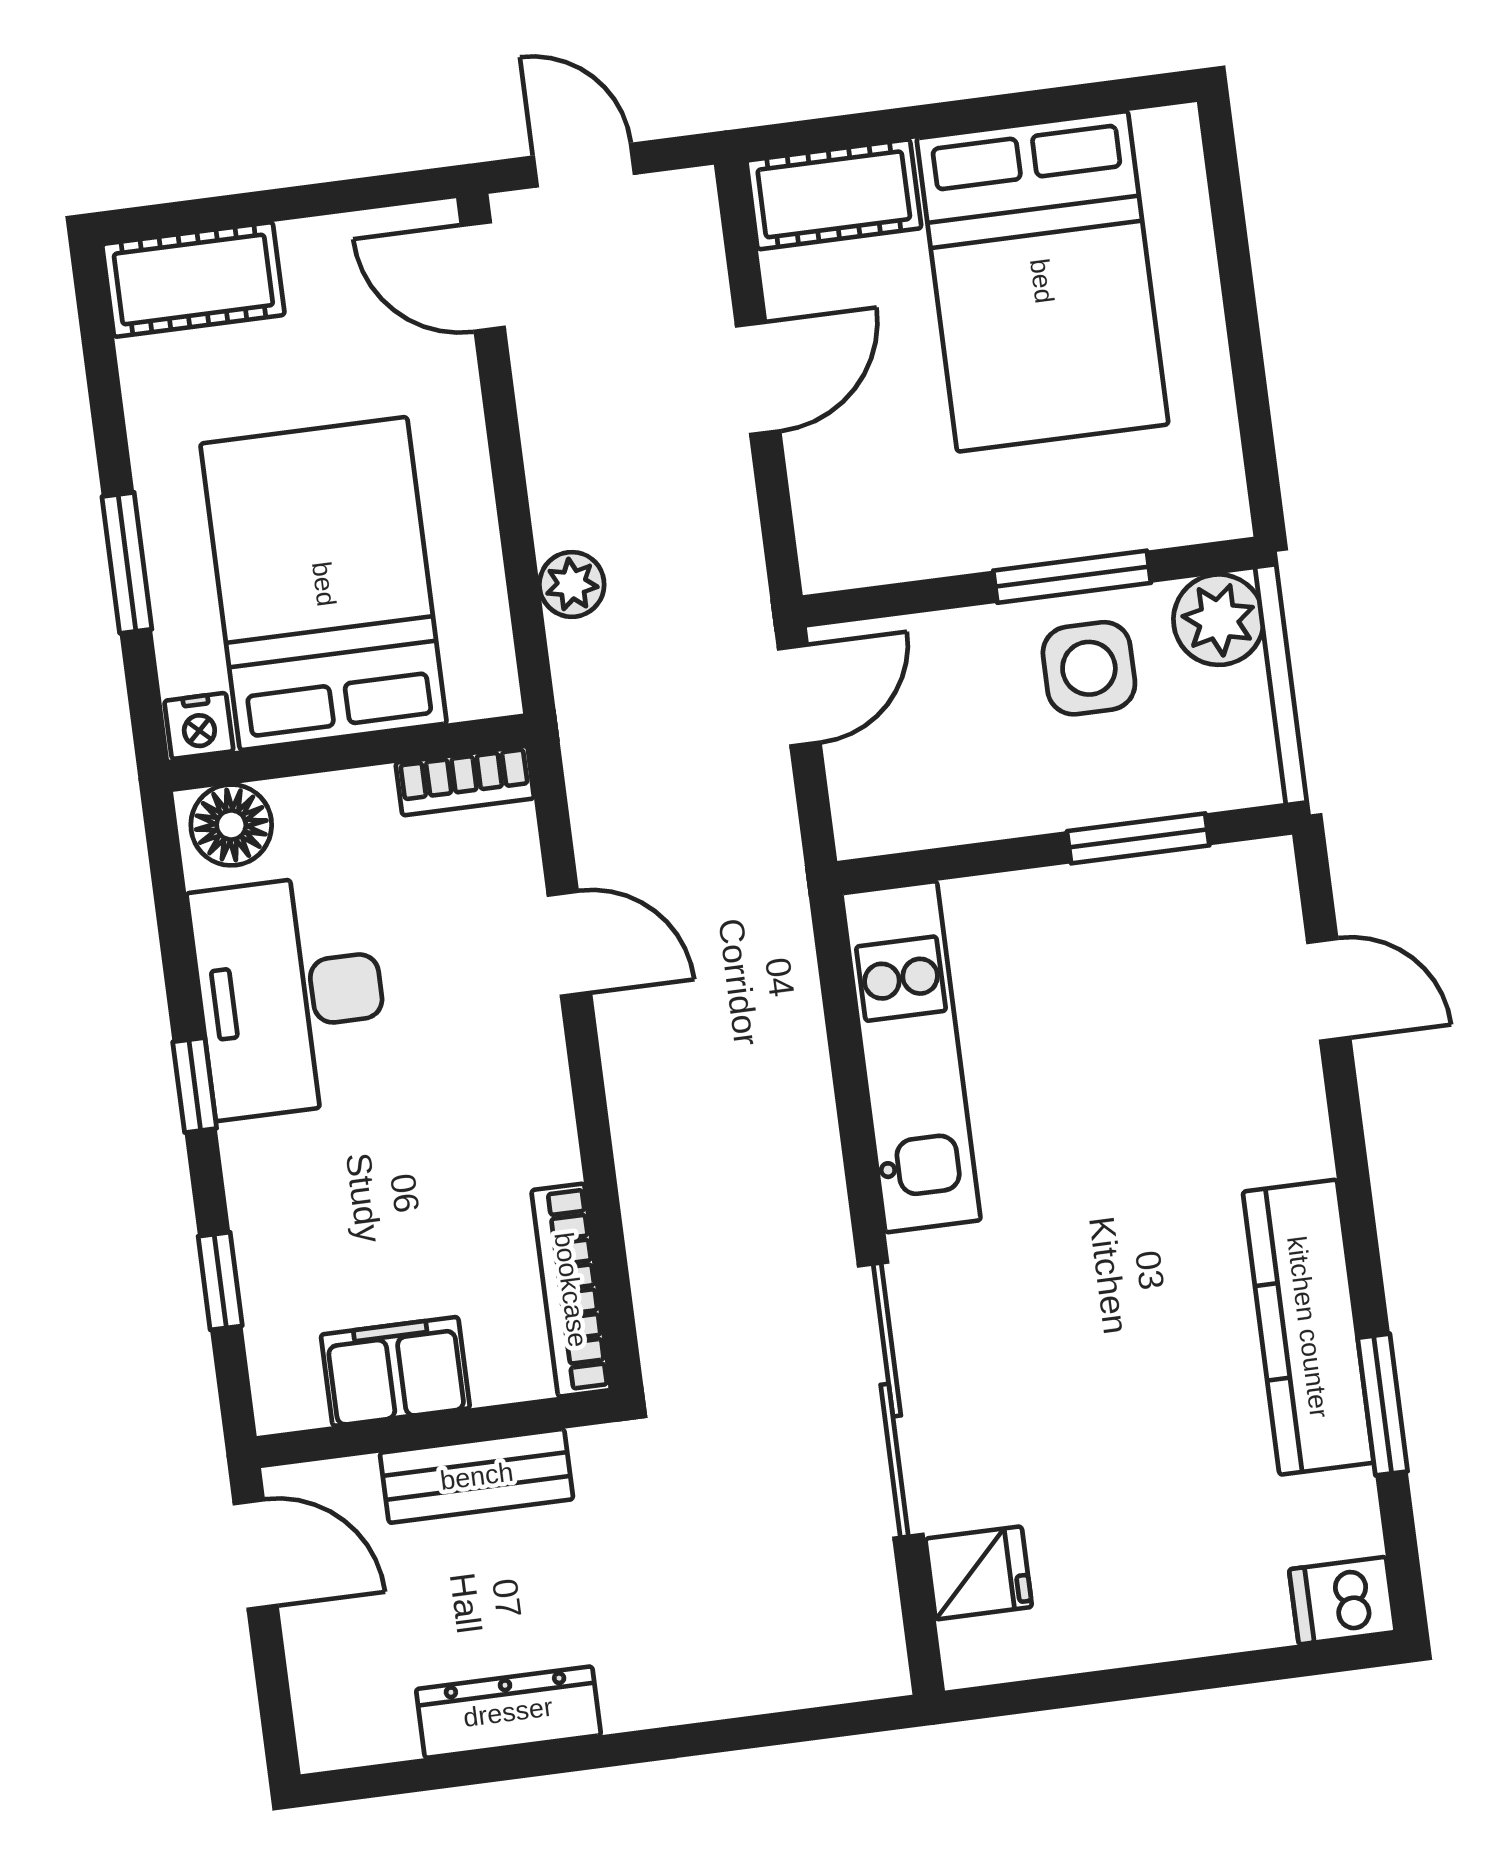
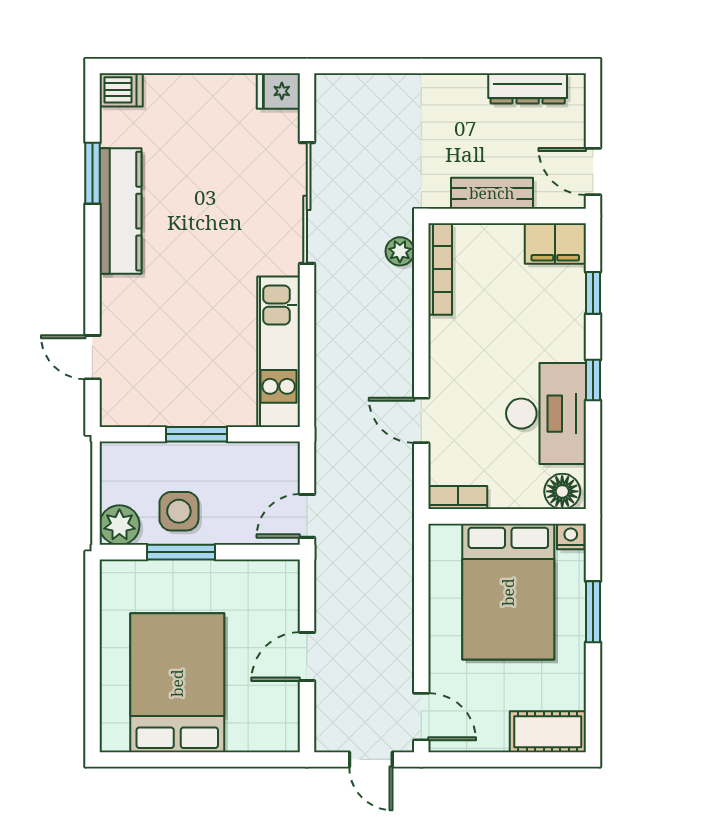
cot: (834, 194) -> (263, 733), removed
plant: (572, 584) -> (400, 251), moved
window: (1138, 838) -> (196, 434), moved
filing cabinet: (395, 1371) -> (555, 244), moved
fridge: (979, 1573) -> (278, 91), moved
dresser: (508, 1712) -> (528, 88), moved

